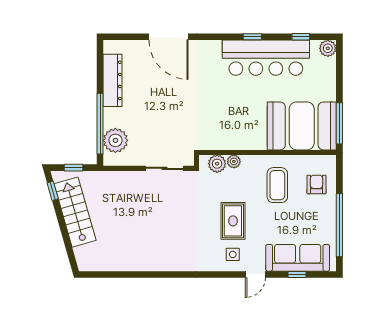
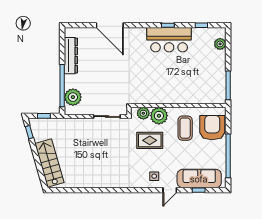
plant: (328, 48) -> (220, 44), moved
bar counter: (266, 58) -> (169, 40), width x0.73
booth: (302, 126) -> (202, 87), removed
plant: (234, 161) -> (159, 116), width x1.87, depth x1.87
armchair: (317, 184) -> (212, 128), width x1.88, depth x1.88
stairs: (75, 212) -> (49, 163), moved
rug: (233, 221) -> (150, 140), moved, turned 90

